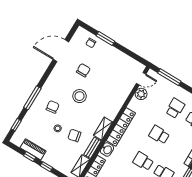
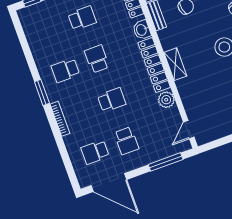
plant: (141, 94) -> (166, 100), moved
shelving: (103, 129) -> (175, 64), moved
school desk: (143, 161) -> (97, 59), turned -90

